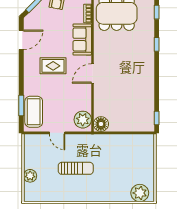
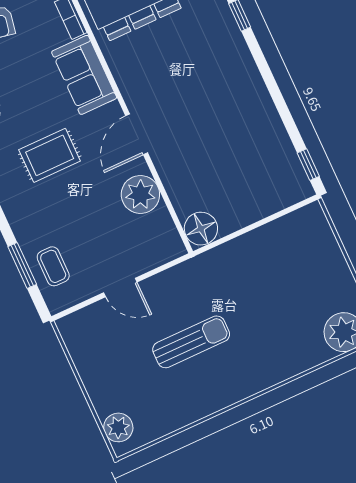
coffee table: (34, 112) -> (53, 266), width x0.54, depth x0.58
plant: (83, 120) -> (140, 194), moved
plant: (30, 176) -> (118, 427), moved

